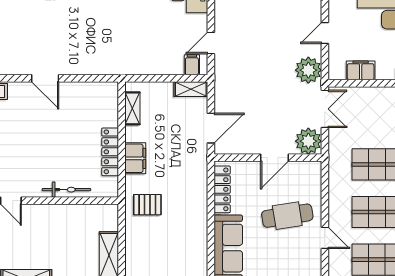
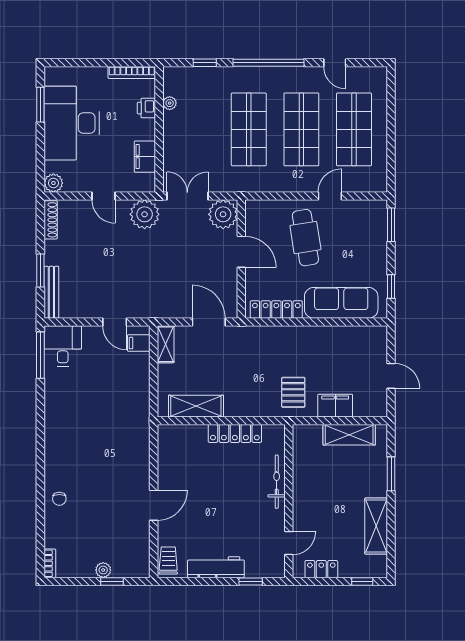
shelving: (132, 108) -> (196, 406), width x1.50, depth x1.33
filing cabinet: (135, 158) -> (335, 406), moved

